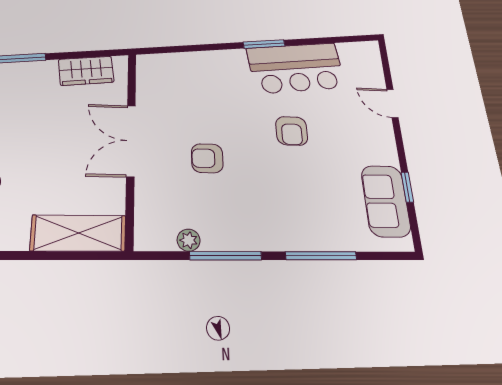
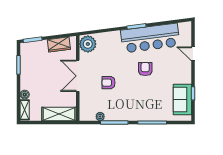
bar counter: (296, 68) -> (150, 38), width x1.36
plant: (156, 73) -> (88, 44), added
armchair: (292, 131) -> (145, 69), turned 180

